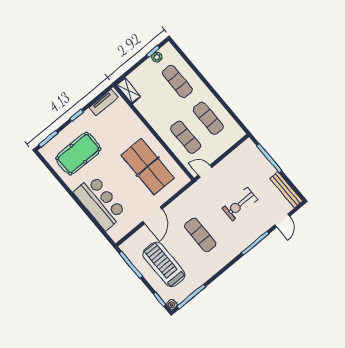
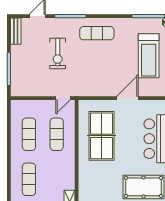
door: (205, 171) -> (63, 98), hinge flipped
bench: (286, 190) -> (16, 31), width x0.73
exercise bike: (240, 204) -> (58, 54), turned 90
exercise mat: (200, 235) -> (97, 33), moved, turned 90

